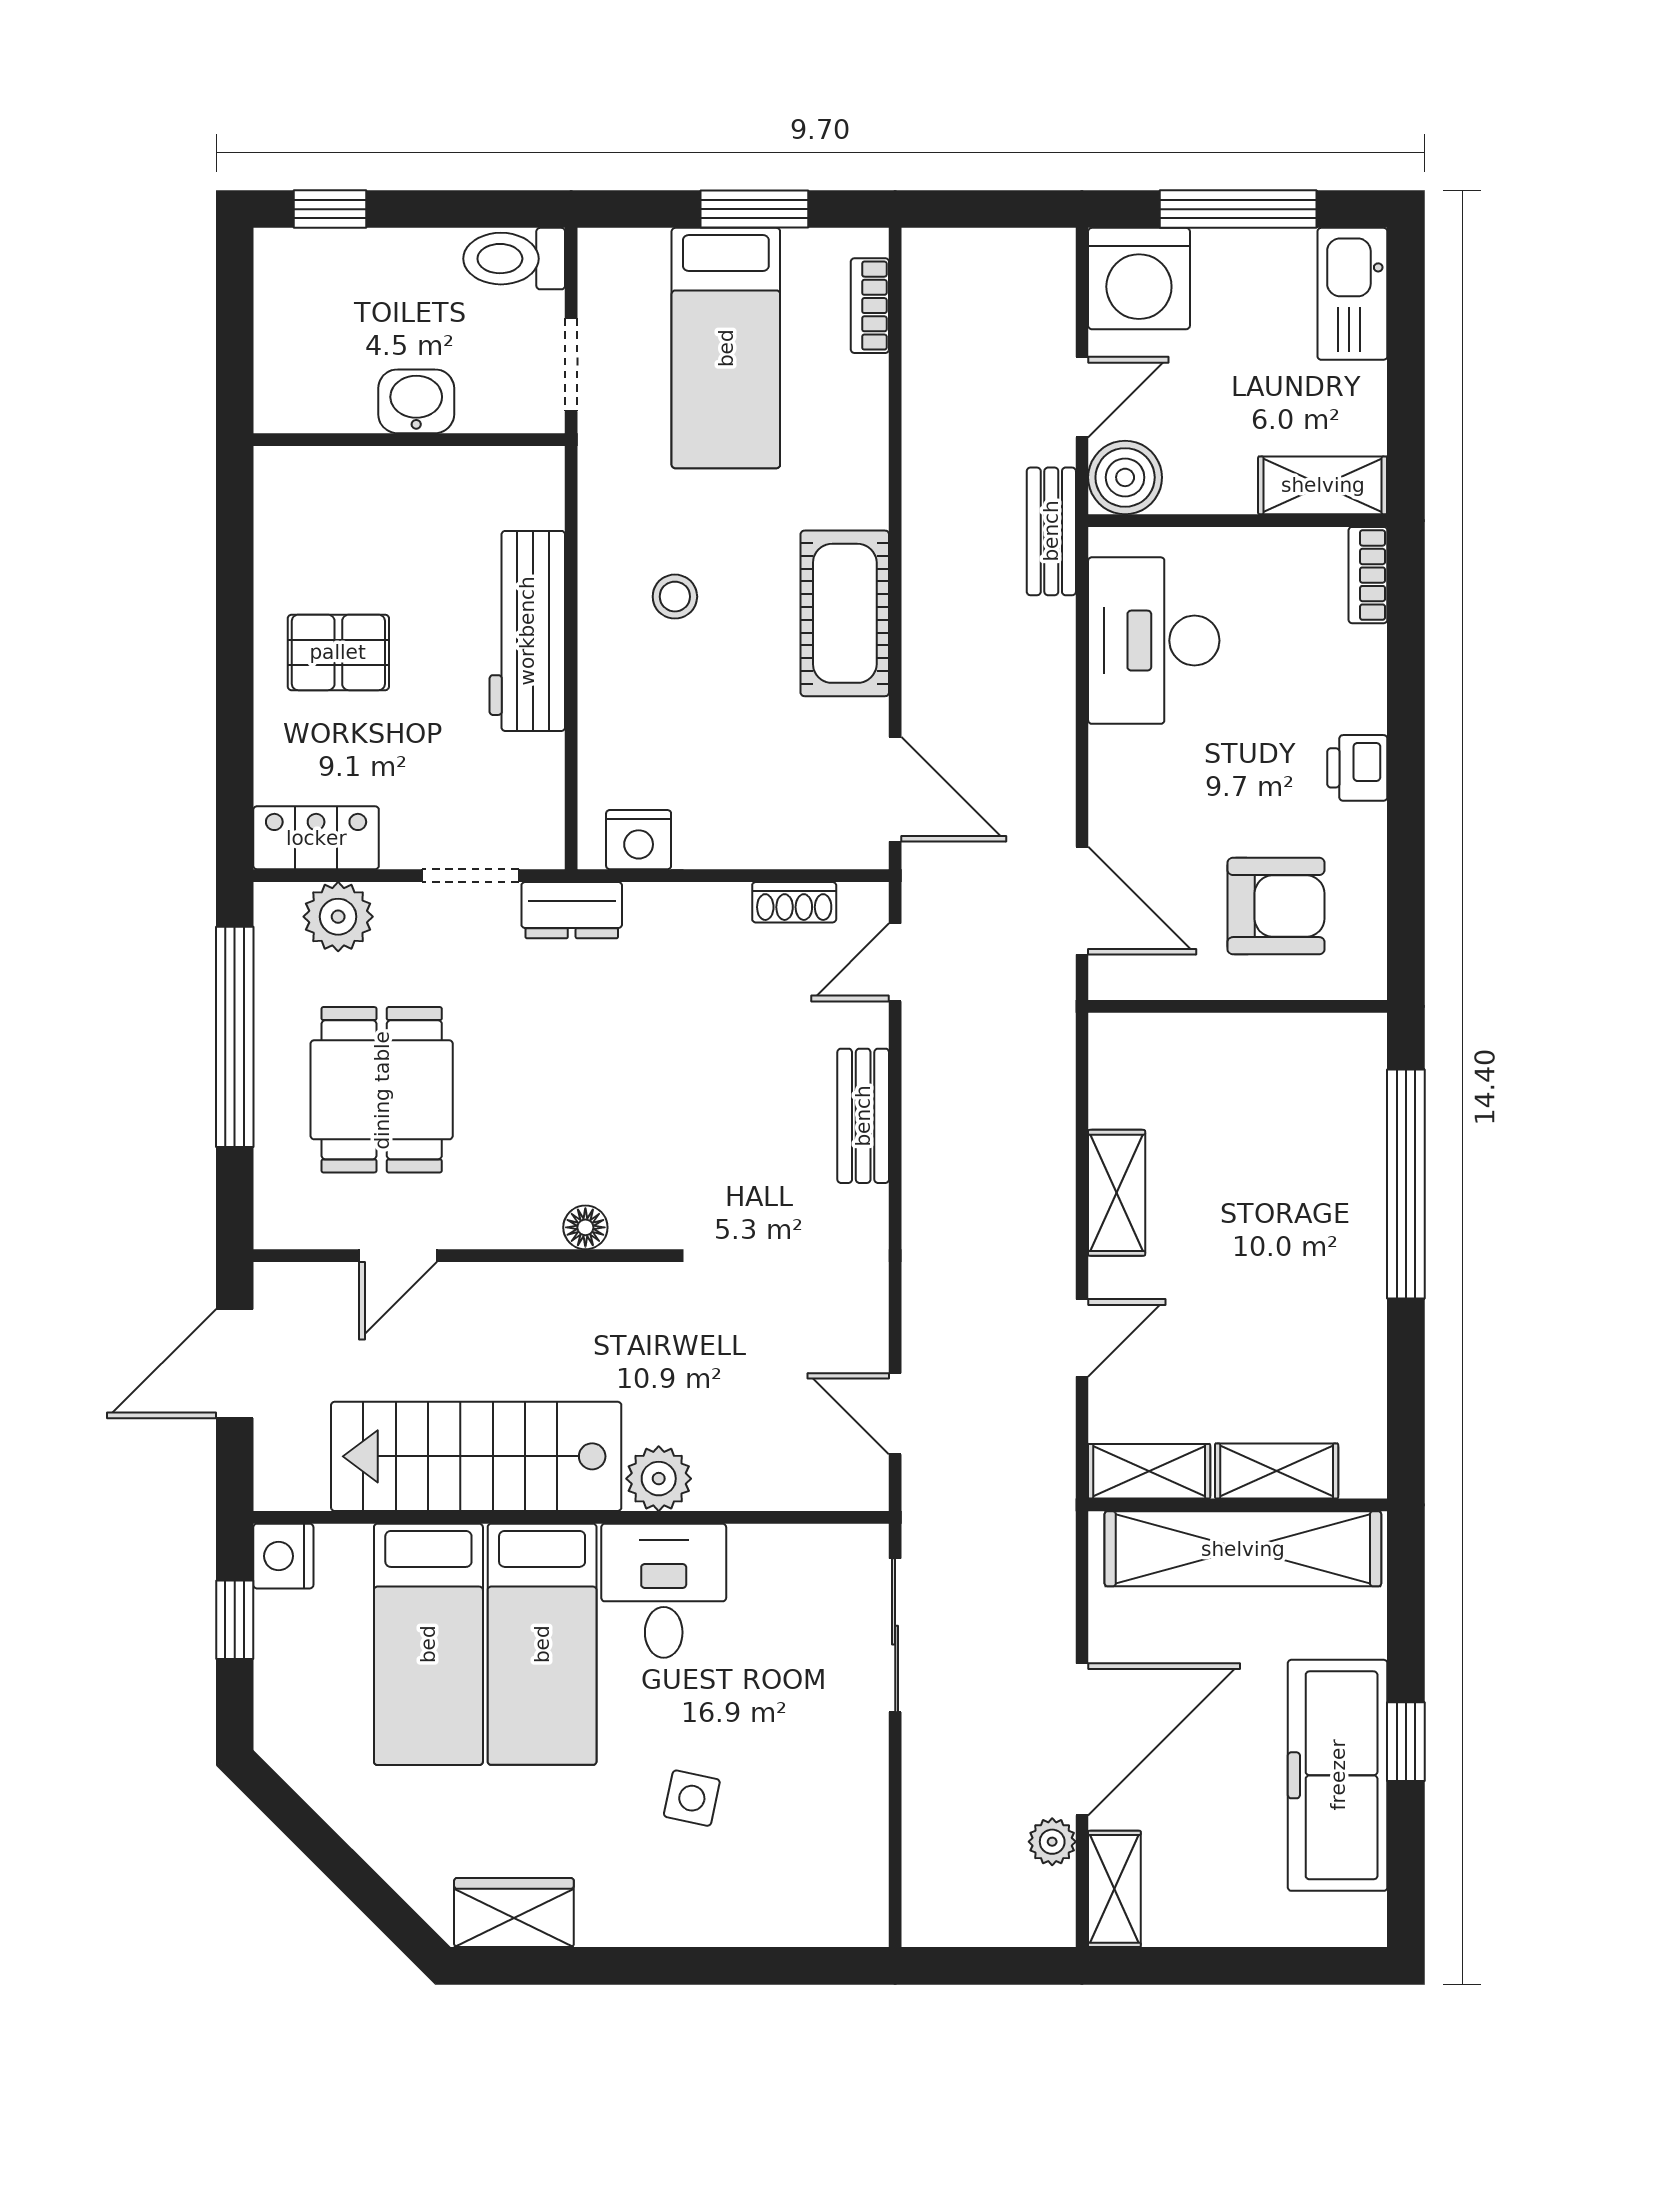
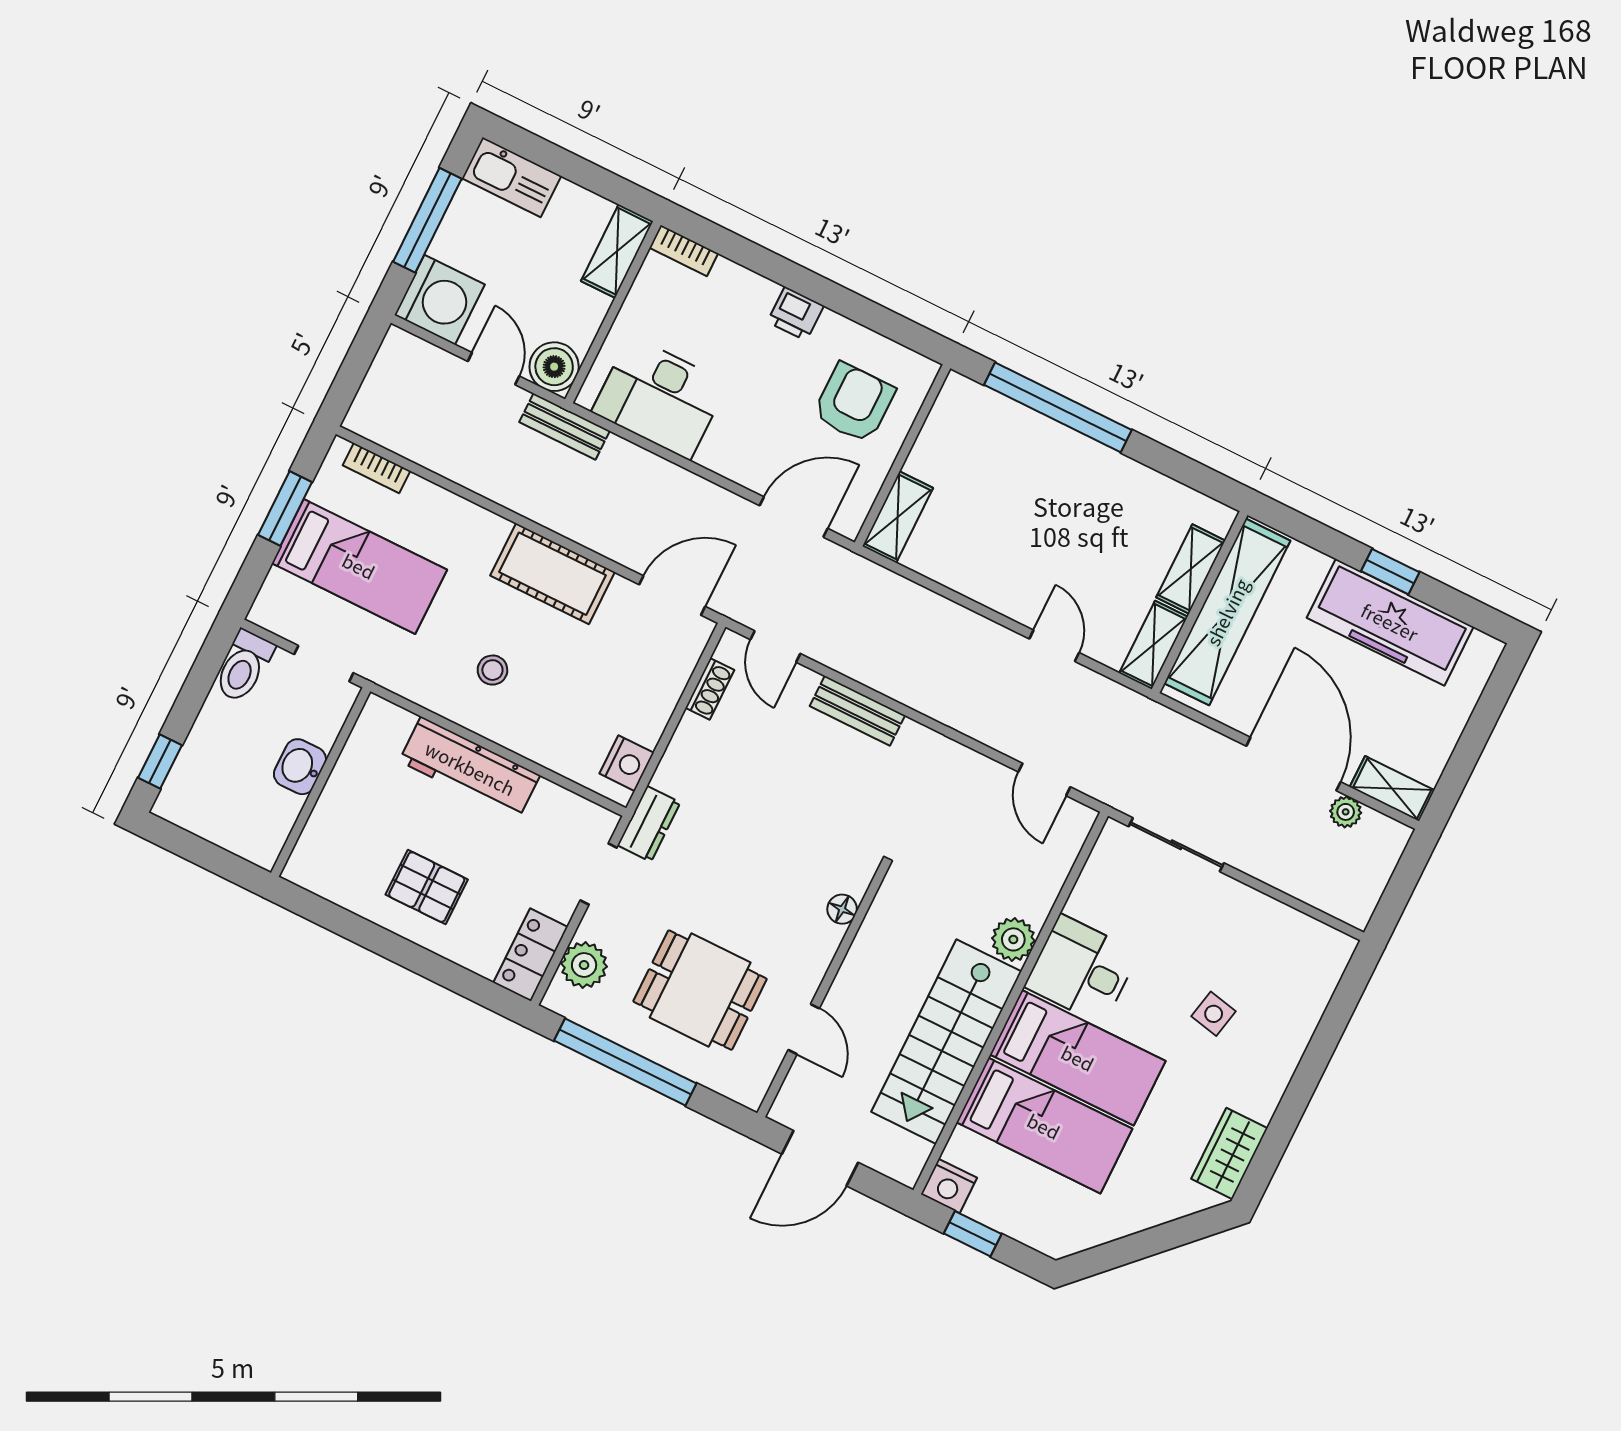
pallet: (338, 652) -> (427, 887), turned 90
shelving: (1117, 1193) -> (898, 517), moved, turned 90
door: (235, 1364) -> (820, 1158), hinge flipped
door: (895, 1414) -> (1044, 779), hinge flipped

